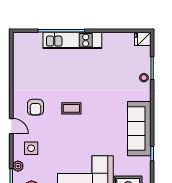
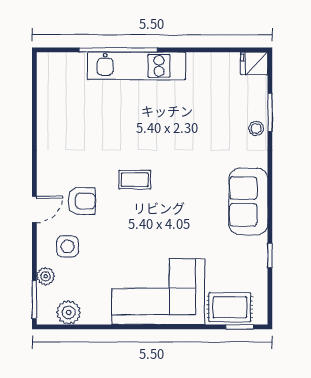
armchair: (35, 107) -> (82, 201), moved, turned -90
door: (11, 126) -> (34, 209), hinge flipped
sofa: (139, 129) -> (248, 201), width x0.73

